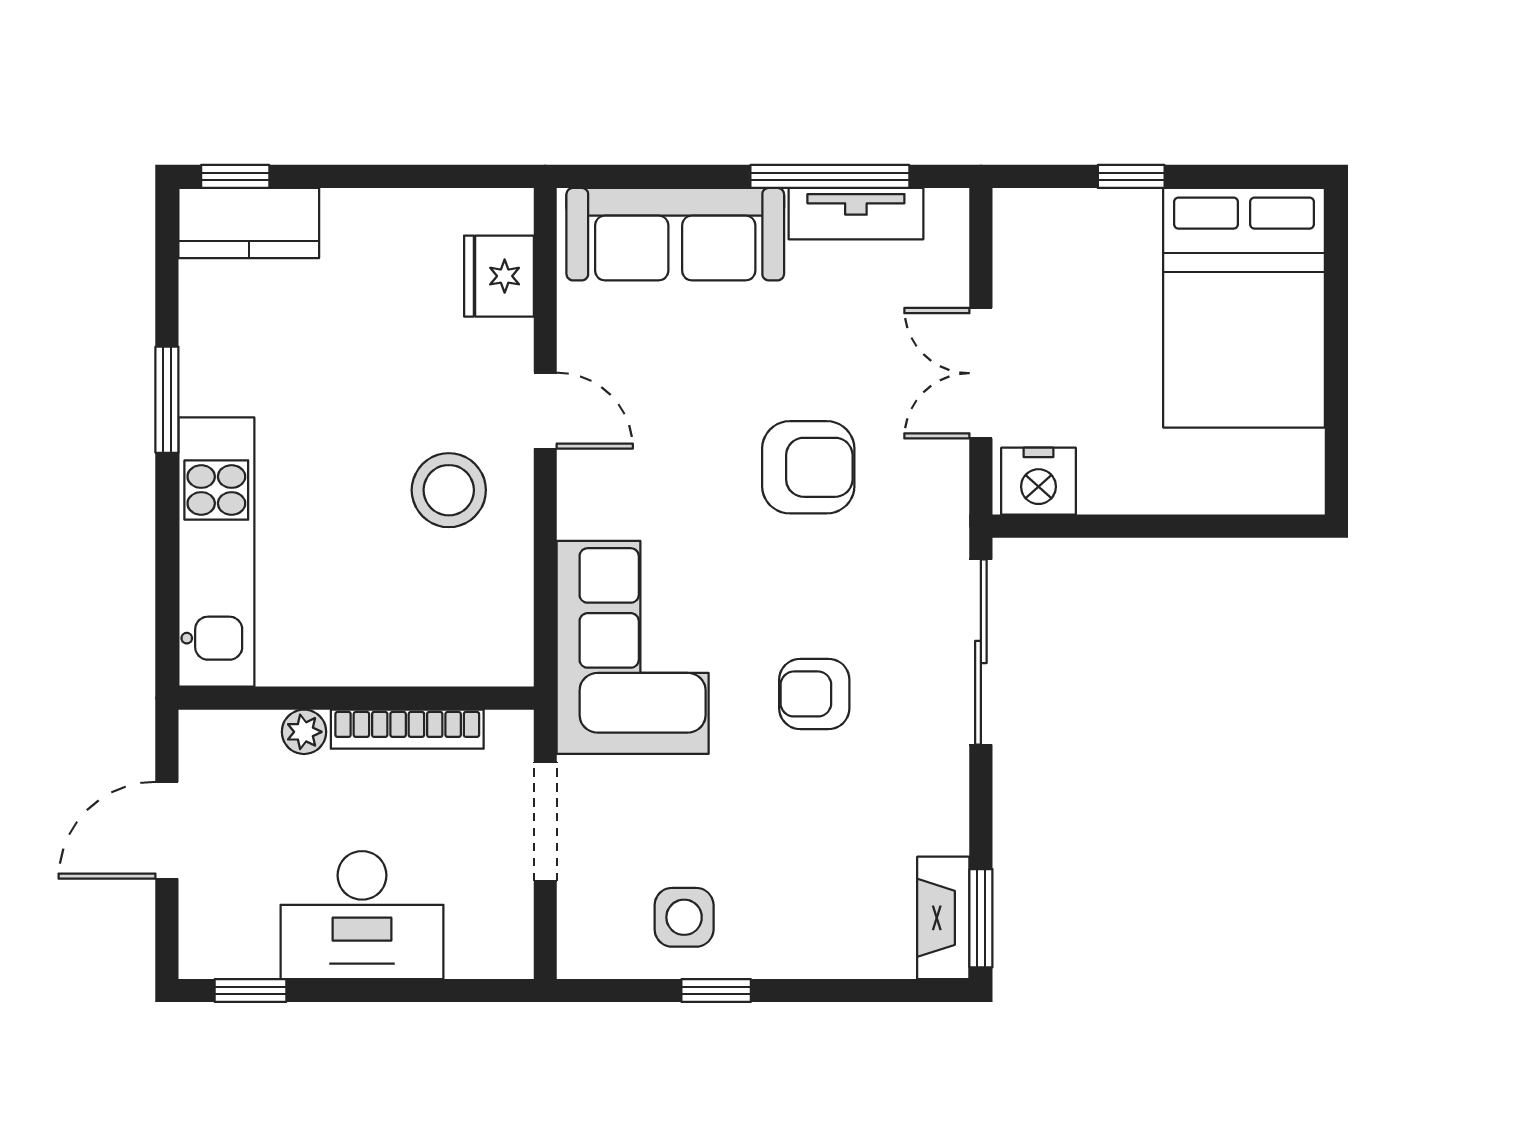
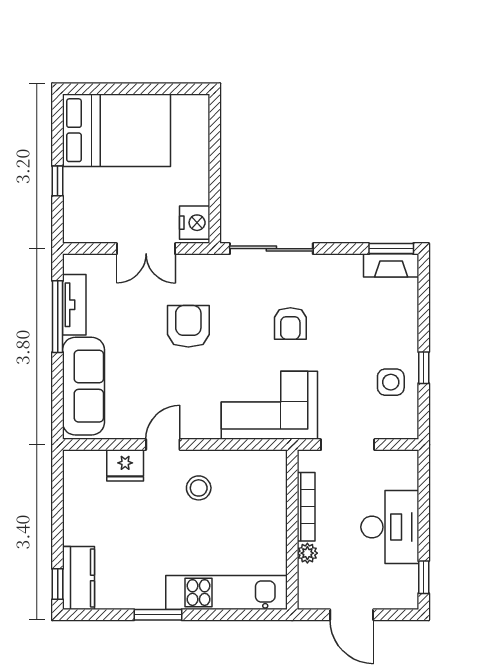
fridge: (499, 276) -> (125, 465), moved
stool: (449, 490) -> (199, 488), width x0.73, depth x0.73

